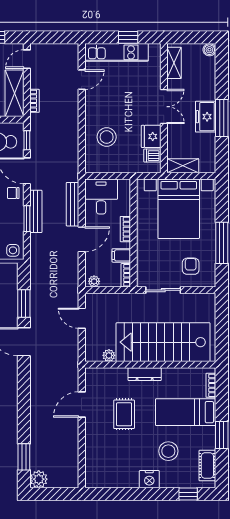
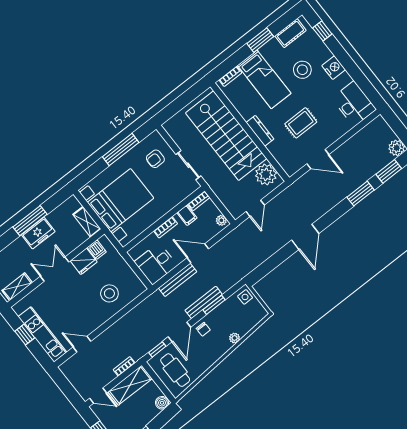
window: (24, 304) -> (360, 194), moved
plant: (109, 355) -> (266, 174), width x1.88, depth x1.88
desk: (105, 472) -> (354, 104), added

